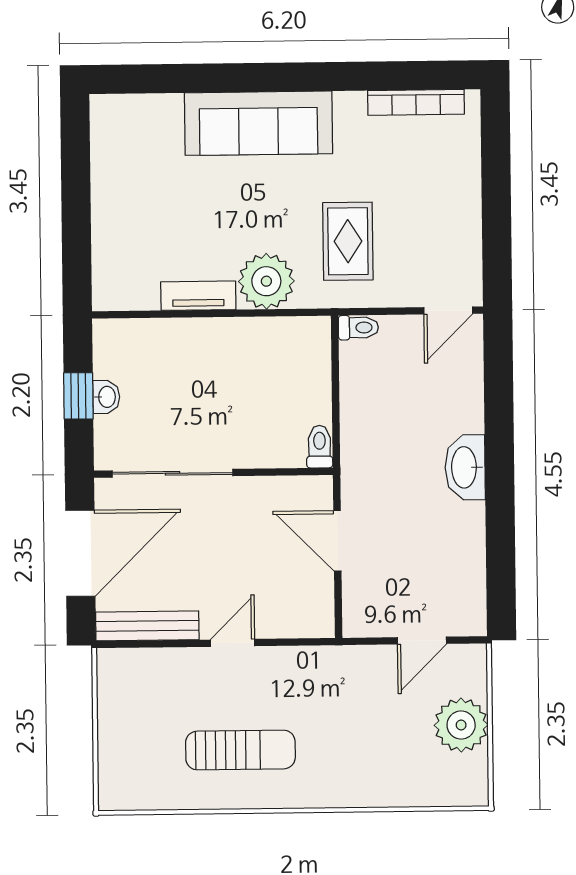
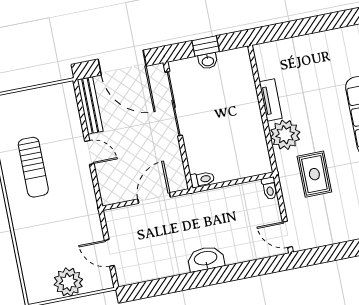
rug: (348, 241) -> (314, 174), turned 90

